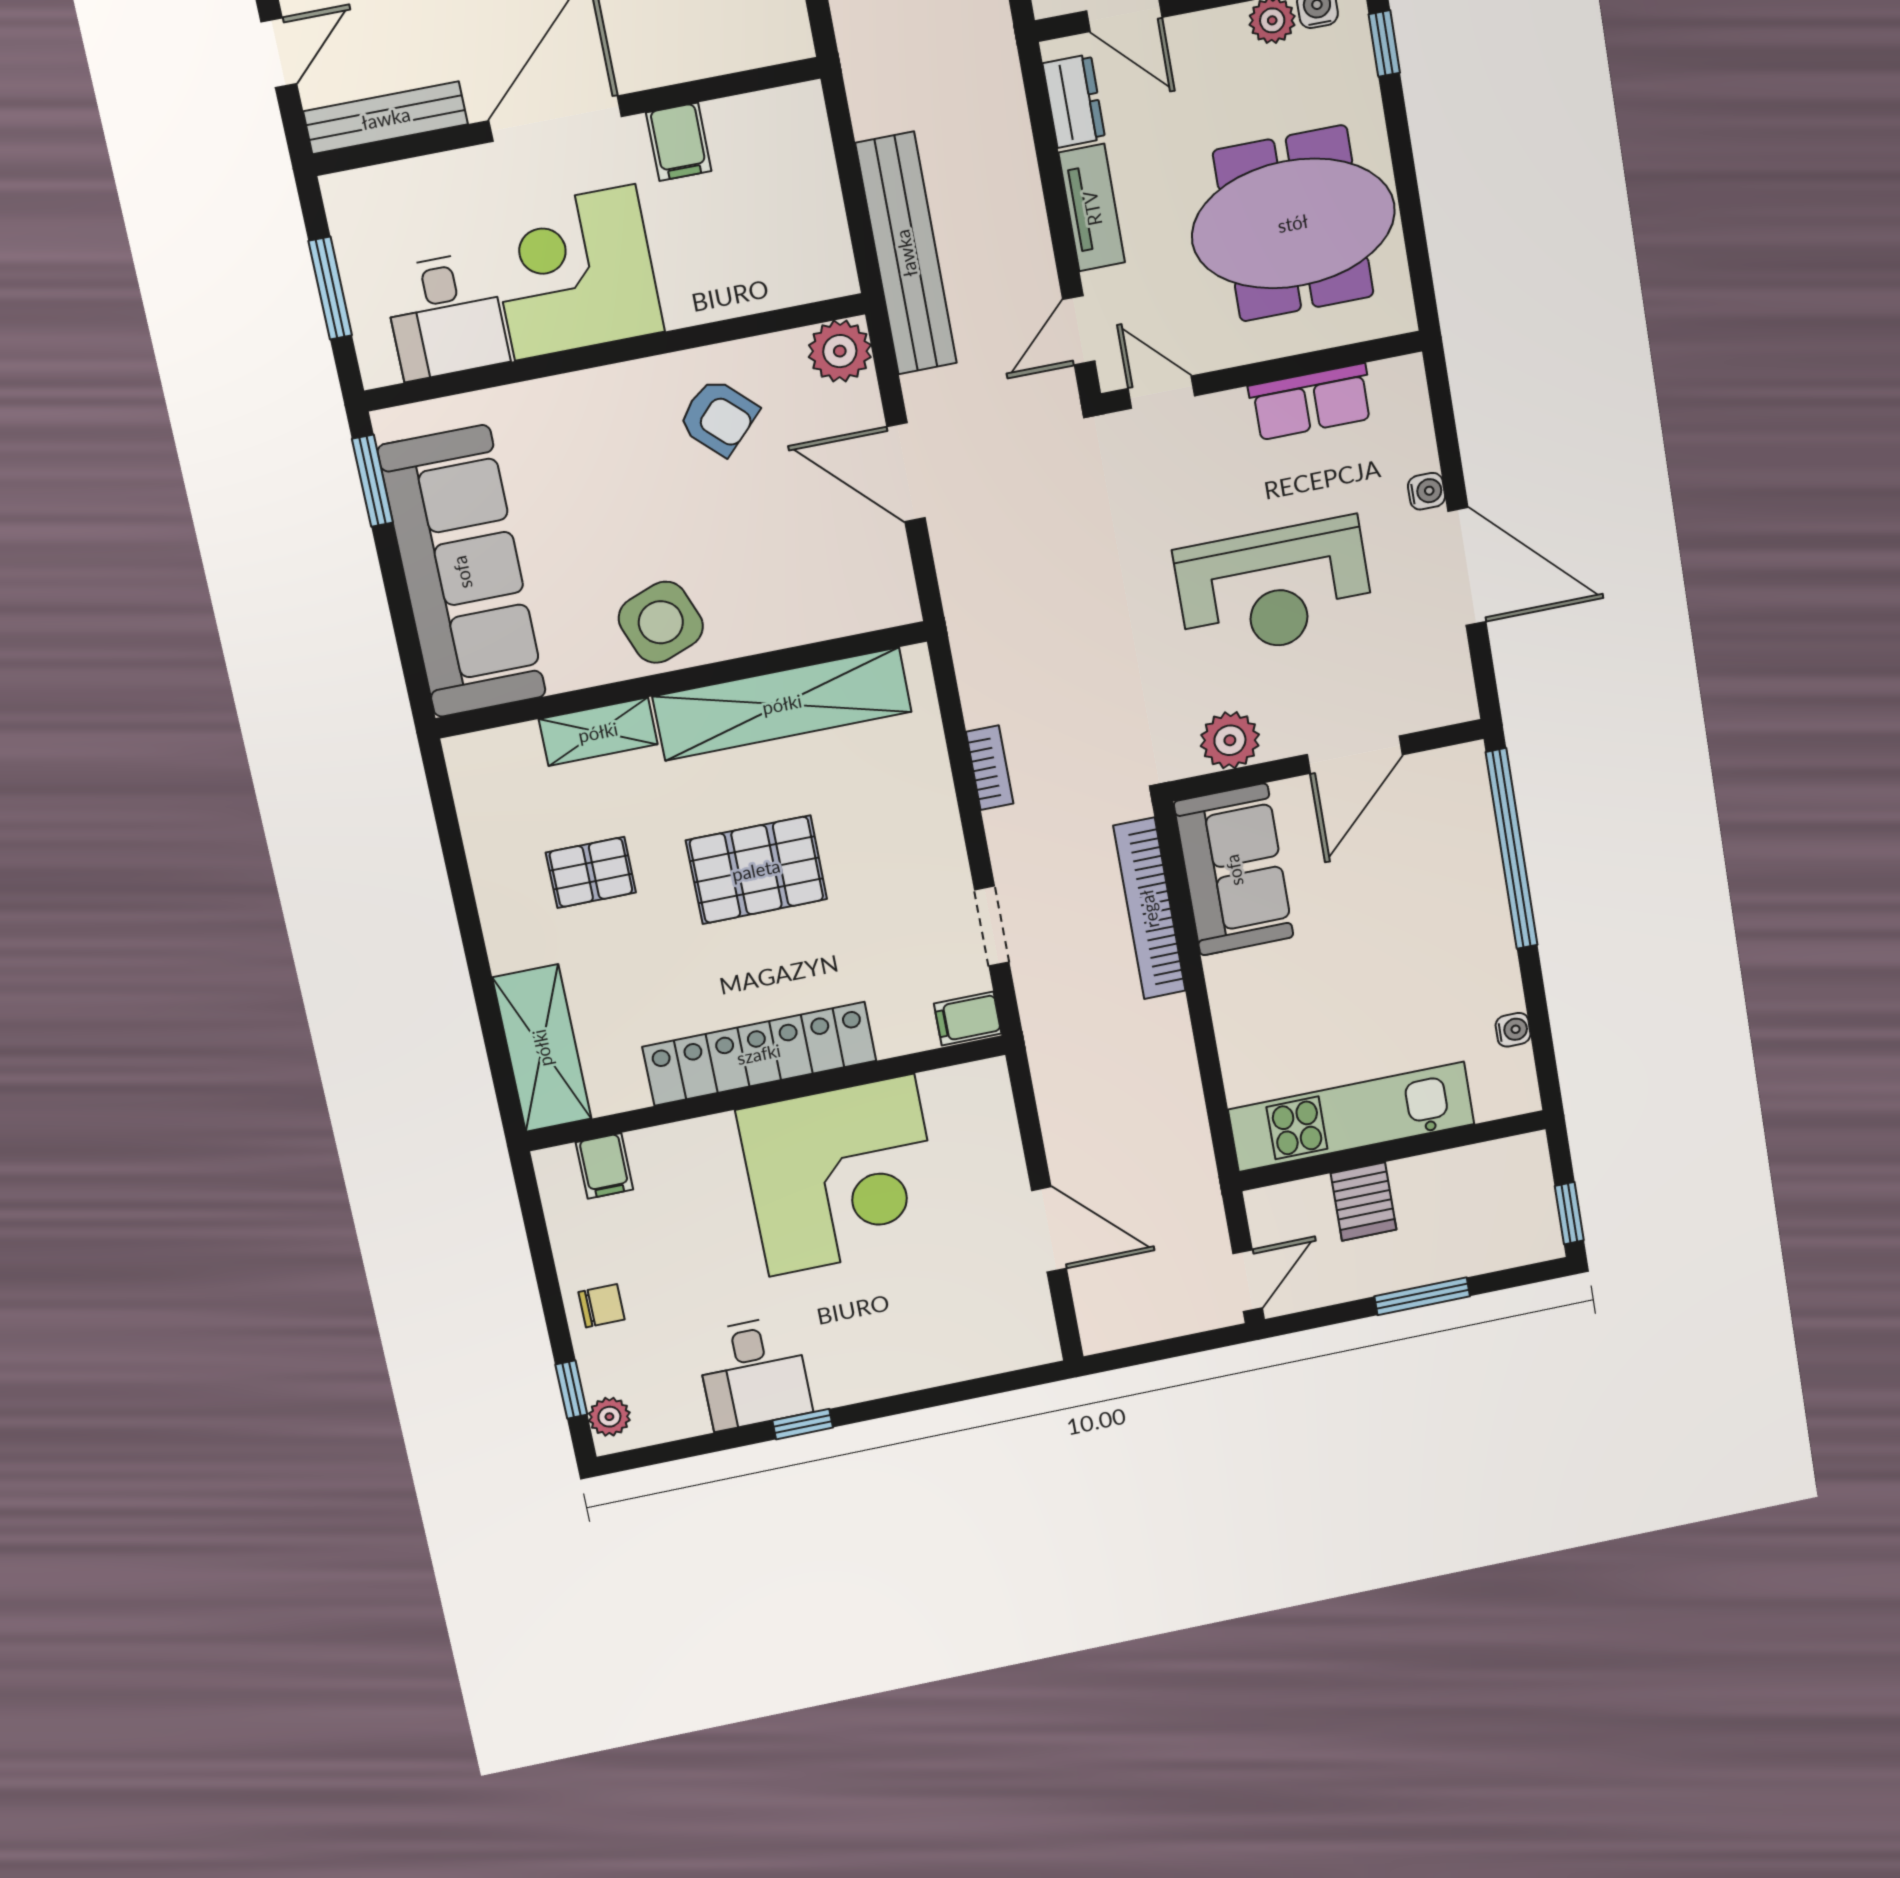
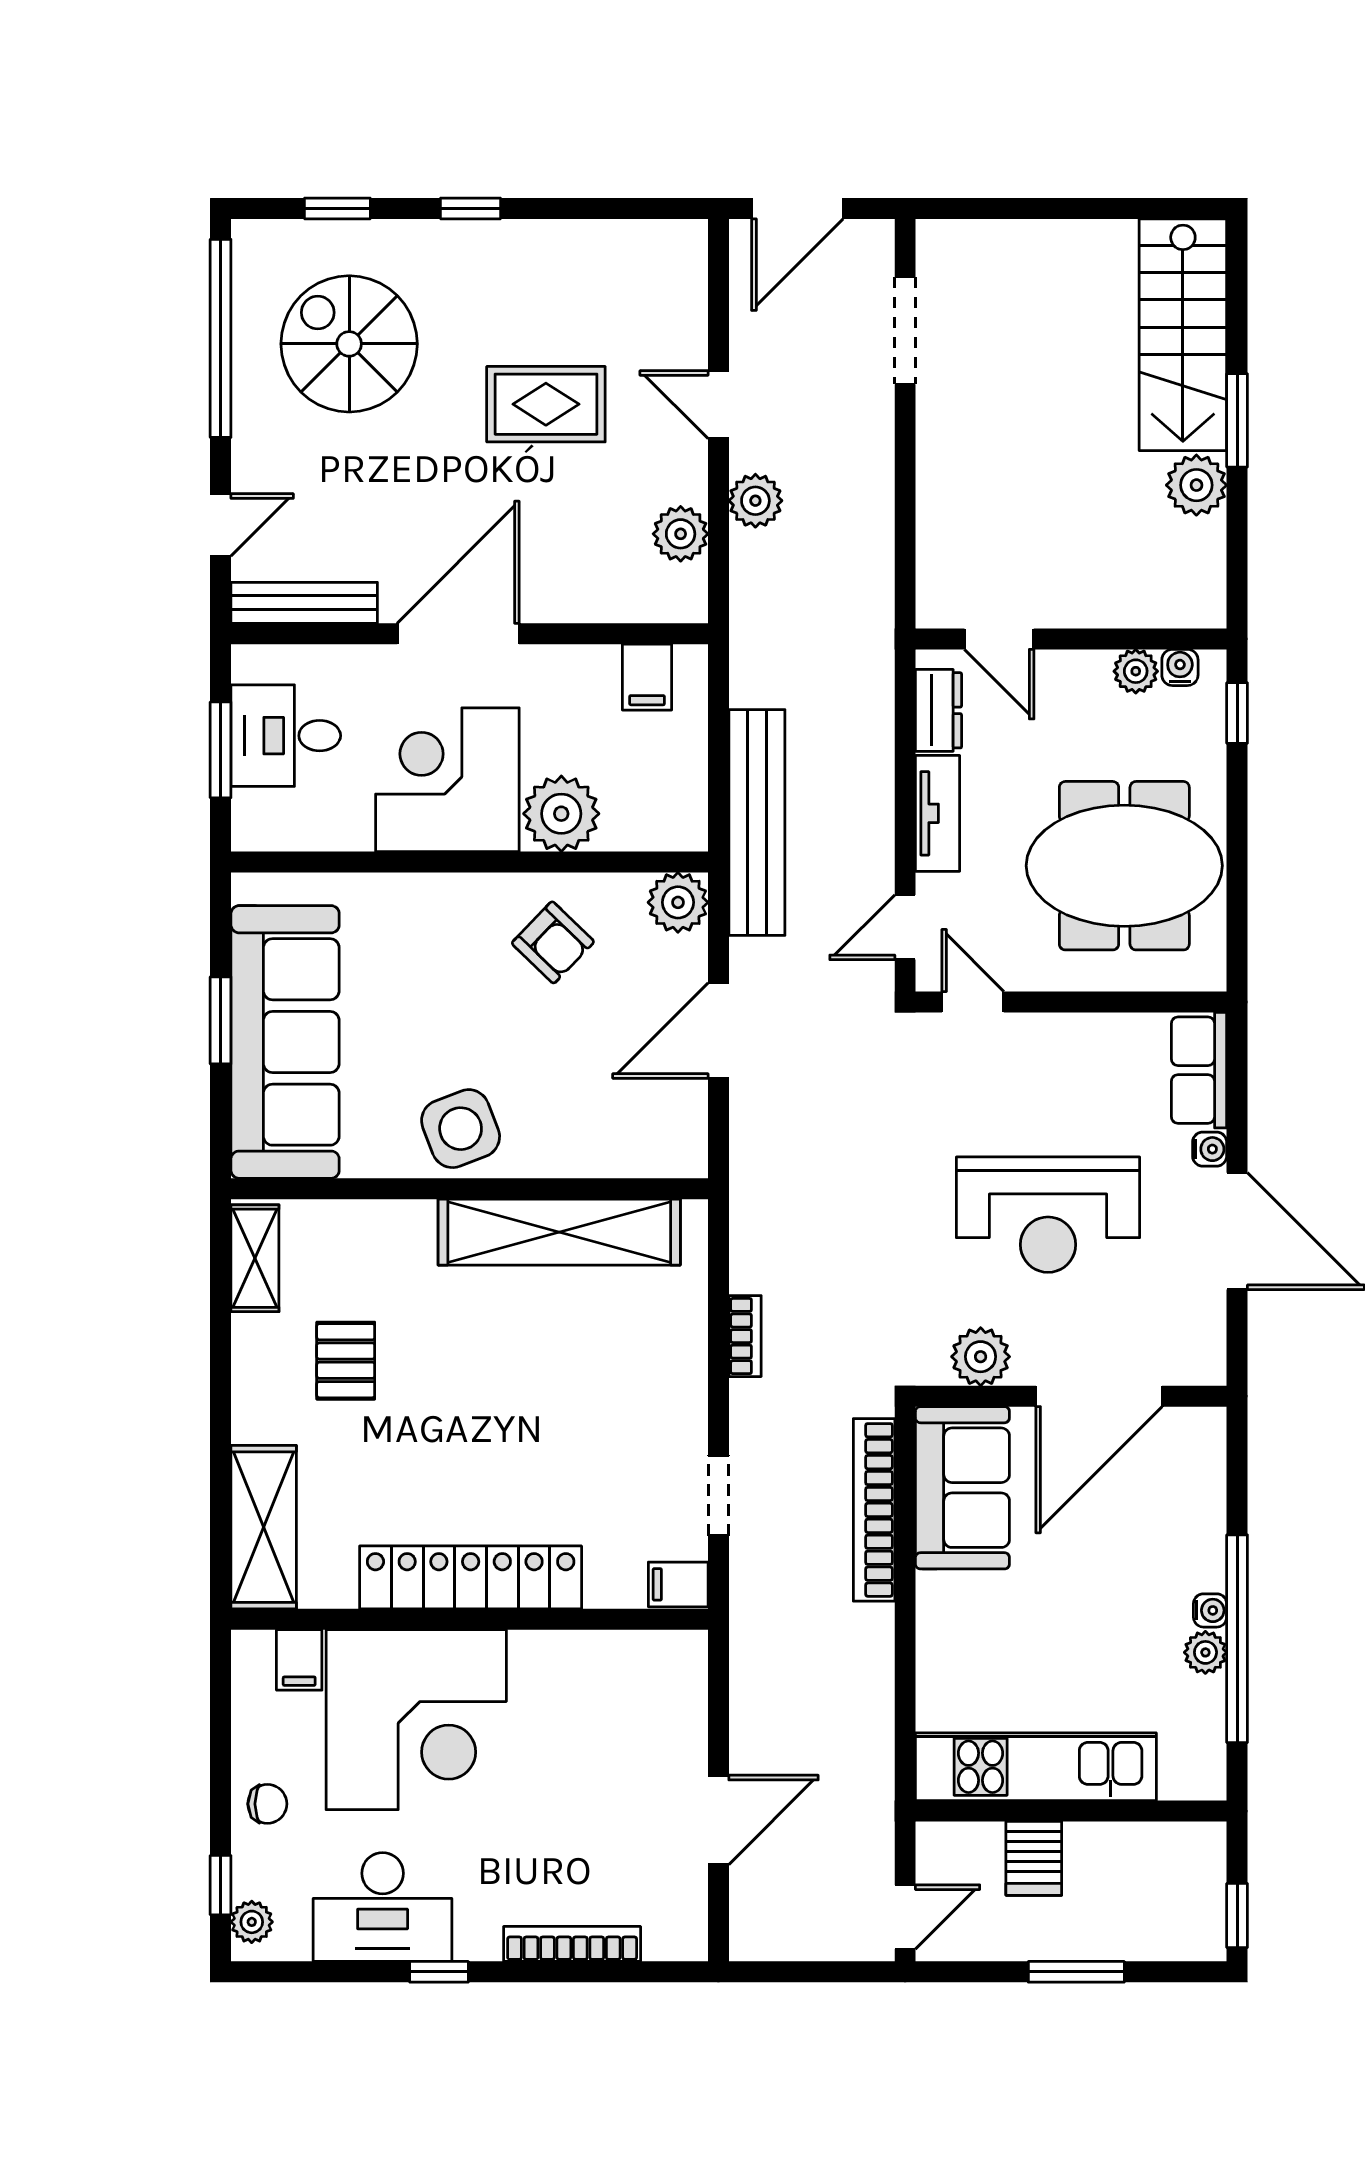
filing cabinet: (679, 142) -> (647, 677), moved
plant: (701, 284) -> (561, 814), added
desk: (446, 316) -> (286, 736), moved, turned 90
row of seats: (1311, 402) -> (1199, 1070), moved, turned 90
door: (906, 472) -> (718, 1031), hinge flipped
window: (372, 481) -> (221, 1020), moved
shelving: (598, 732) -> (255, 1258), moved, turned 90
door: (1355, 755) -> (1099, 1396), width x1.36
window: (1512, 849) -> (1237, 1639), moved
pallet: (756, 870) -> (503, 1391), removed
pallet: (591, 872) -> (346, 1361), turned 90
plant: (1500, 977) -> (1205, 1652), added
water cooler: (1513, 1030) -> (1210, 1610), moved
corner desk: (841, 1176) -> (416, 1720), moved
door: (1049, 1229) -> (718, 1820), hinge flipped
bookcase: (928, 1372) -> (572, 1944), added
desk: (754, 1373) -> (383, 1907), width x1.37

